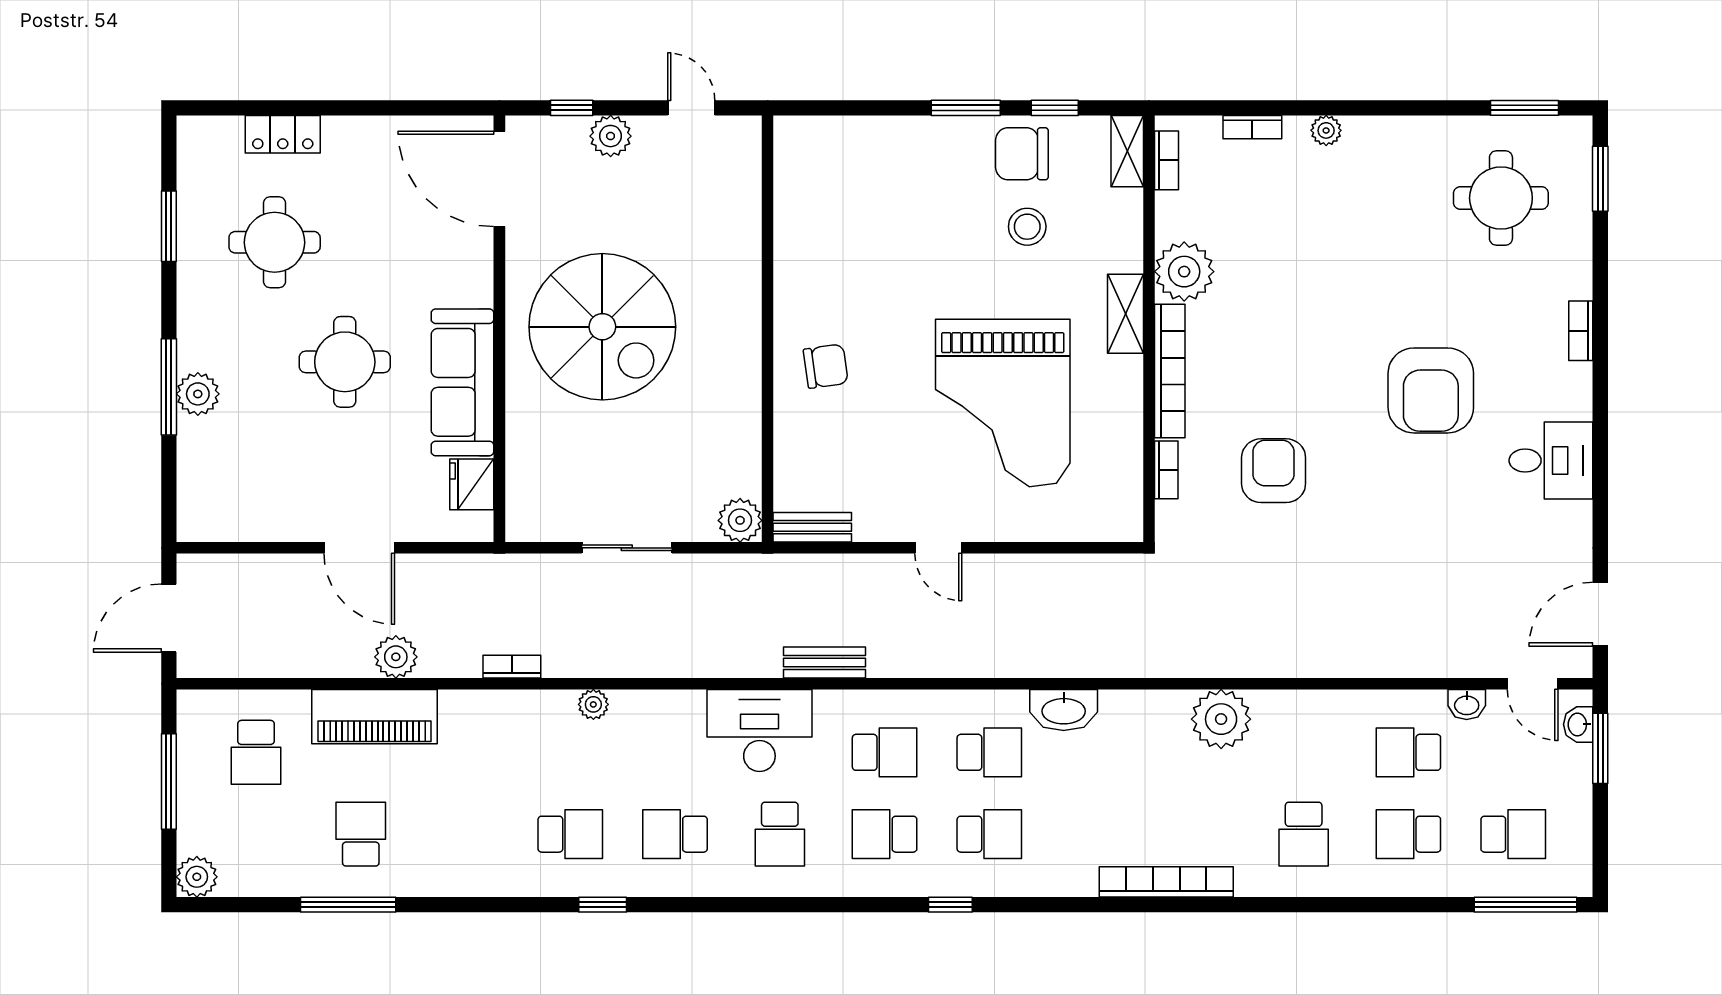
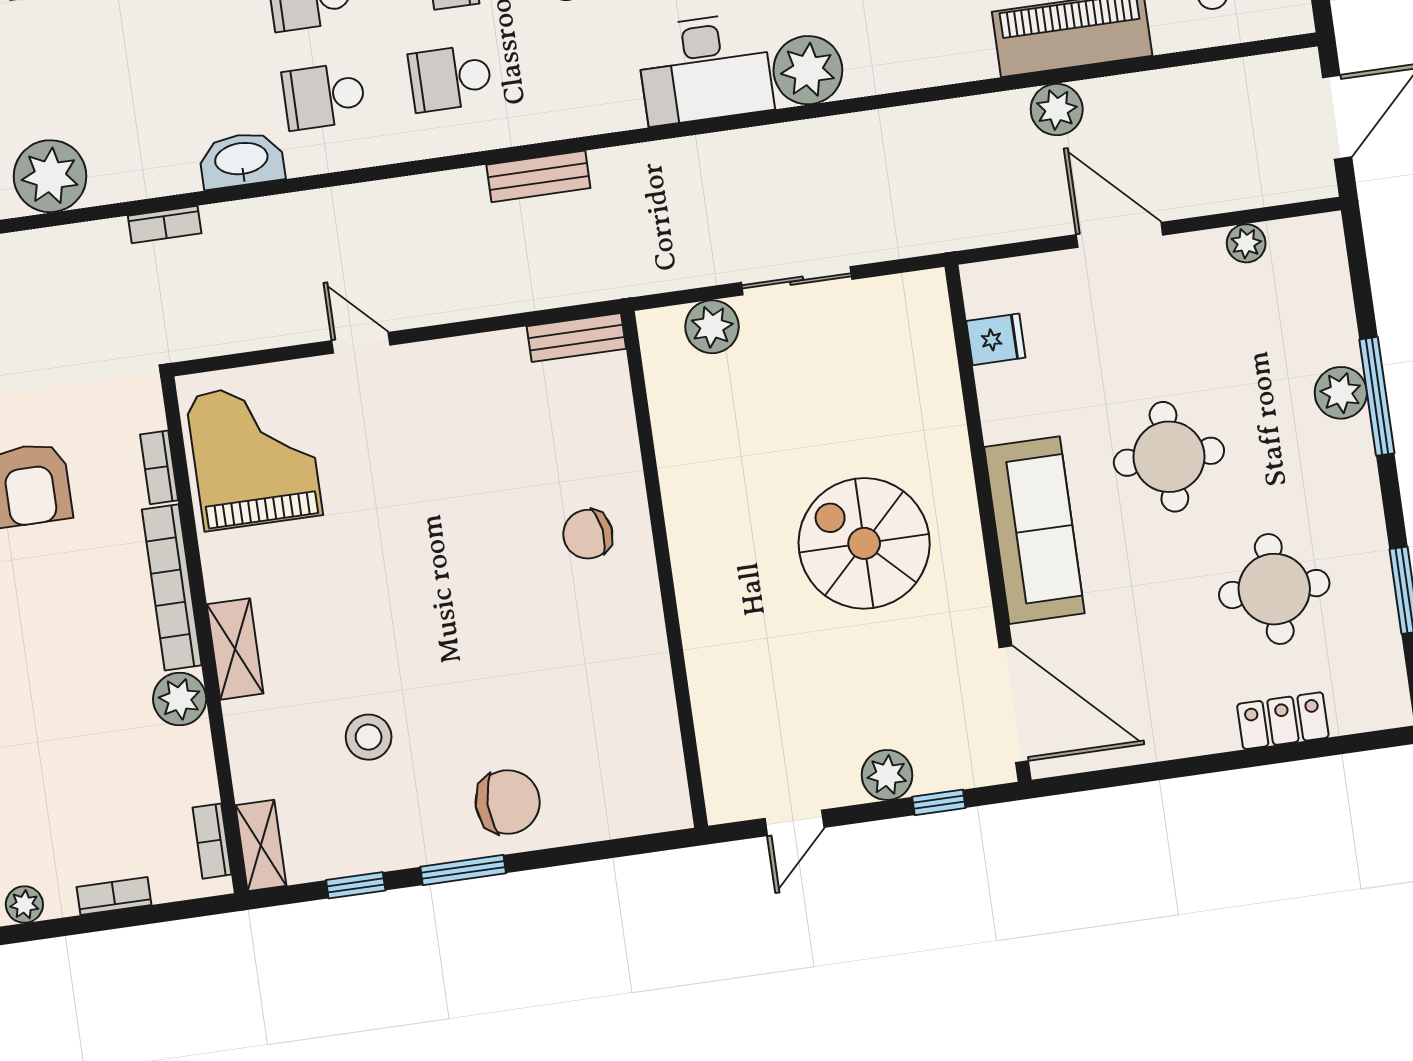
door: (691, 108) -> (794, 823), hinge flipped
chair: (1022, 154) -> (508, 802), moved
plant: (1184, 272) -> (180, 699), width x0.73, depth x0.73
spiral stairs: (602, 327) -> (864, 543), width x0.73, depth x0.73
sofa: (462, 382) -> (1034, 530), moved
grand piano: (1003, 403) -> (254, 455), moved, width x0.73, depth x0.68
fridge: (472, 484) -> (996, 339), width x0.72
plant: (740, 520) -> (712, 327), moved
plant: (257, 526) -> (1246, 243), added
door: (938, 548) -> (361, 343), moved
bookcase: (512, 667) -> (165, 225), moved
plant: (593, 704) -> (808, 70), width x1.88, depth x1.88
desk: (759, 730) -> (705, 69), moved

